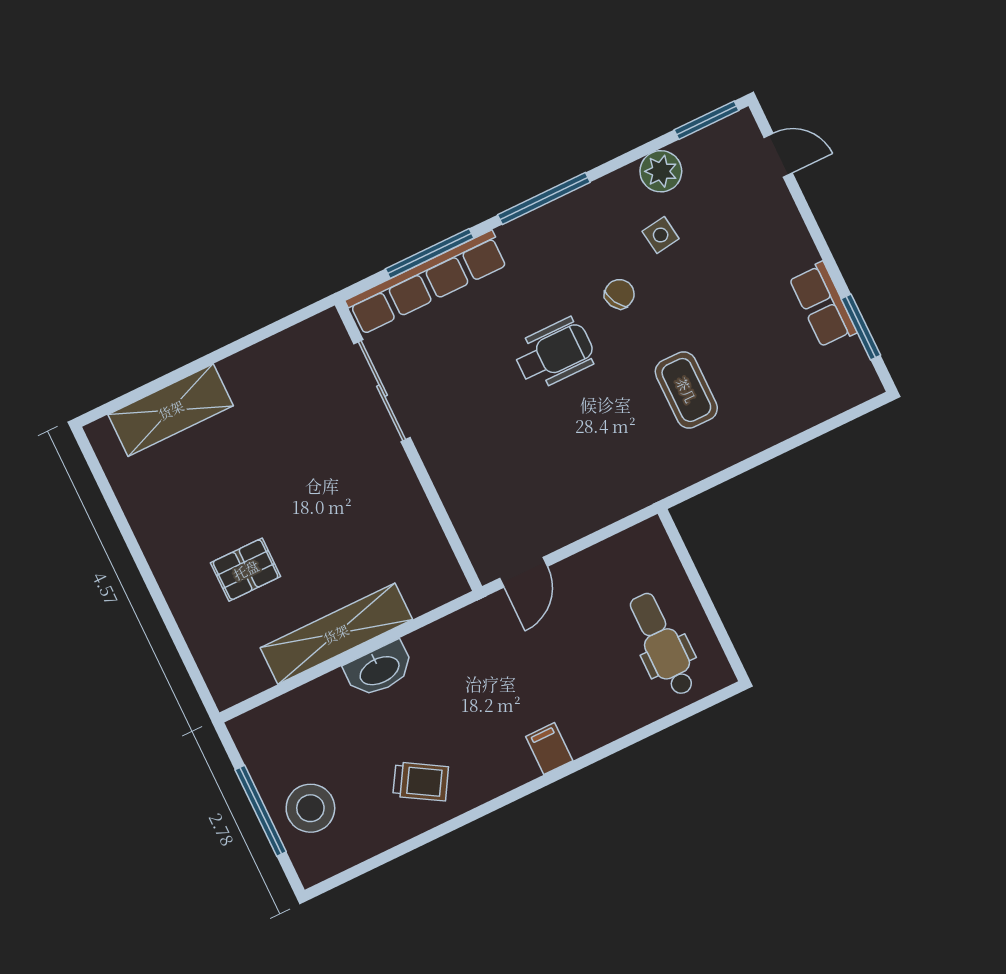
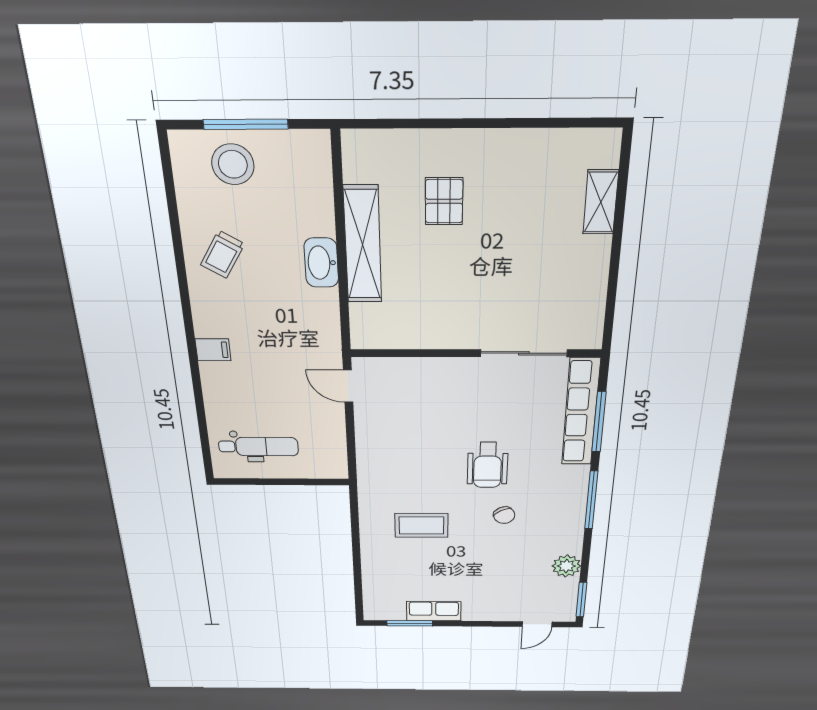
side table: (661, 235) -> (527, 551), removed
shelving: (171, 410) -> (601, 202), width x0.67, depth x0.75

